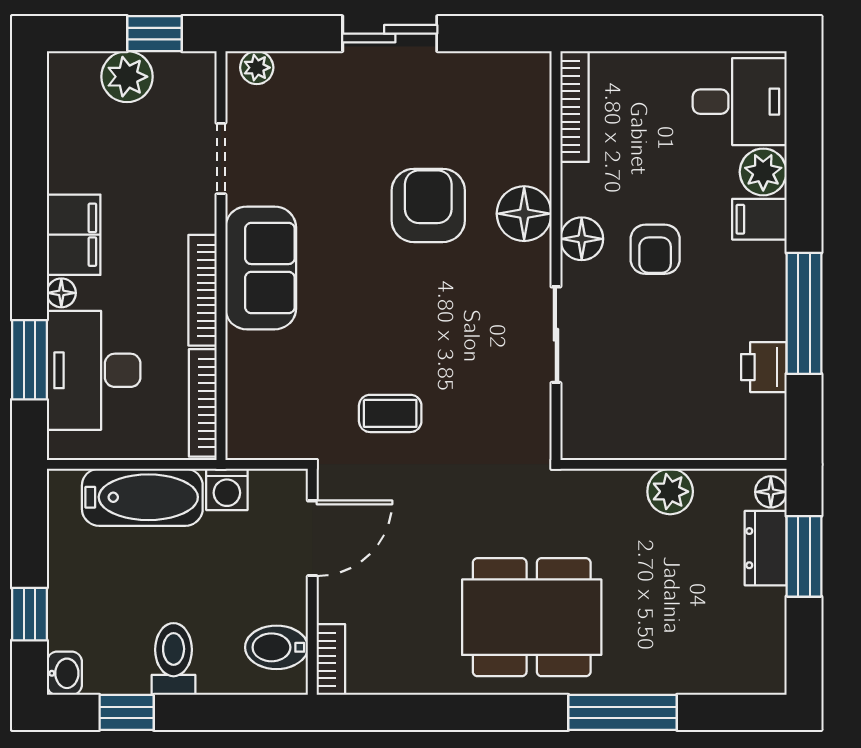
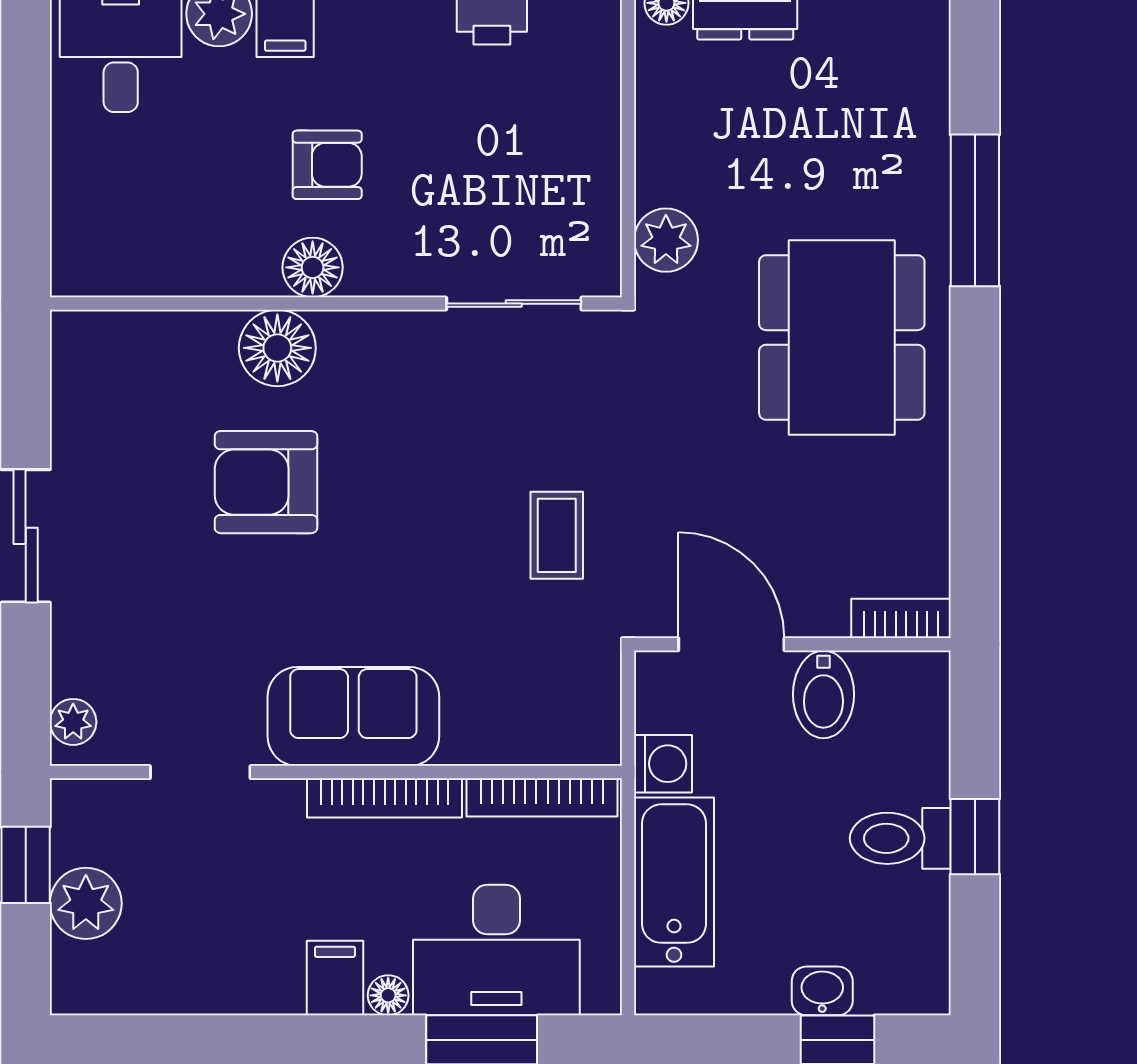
bookcase: (574, 107) -> (128, 278), removed
filing cabinet: (74, 235) -> (335, 978), width x0.50
sliding door: (556, 335) -> (514, 304), moved
plant: (670, 492) -> (666, 240), moved
bidet: (276, 647) -> (823, 694), moved
washbasin: (64, 673) -> (822, 991), moved
window: (127, 712) -> (975, 837), moved

